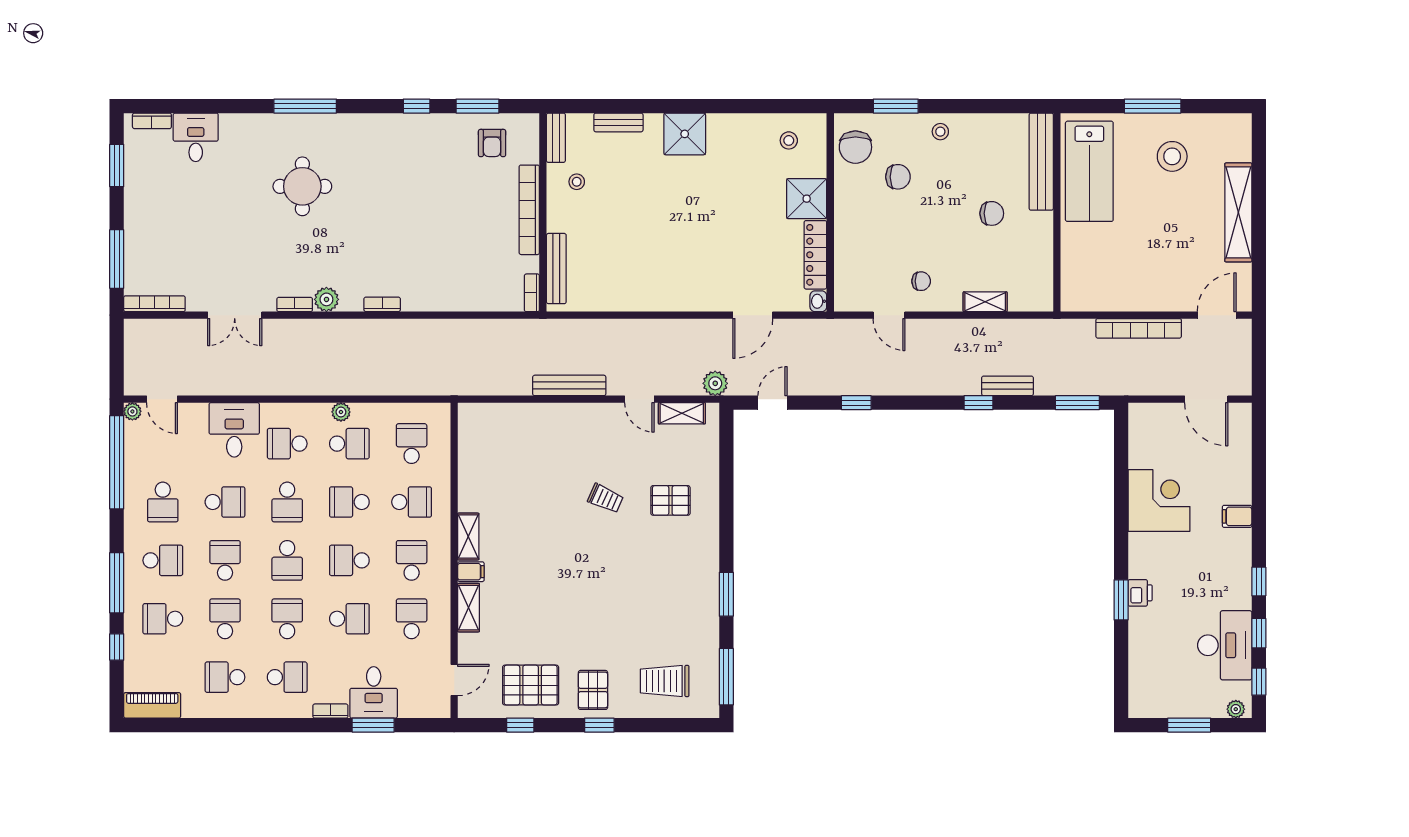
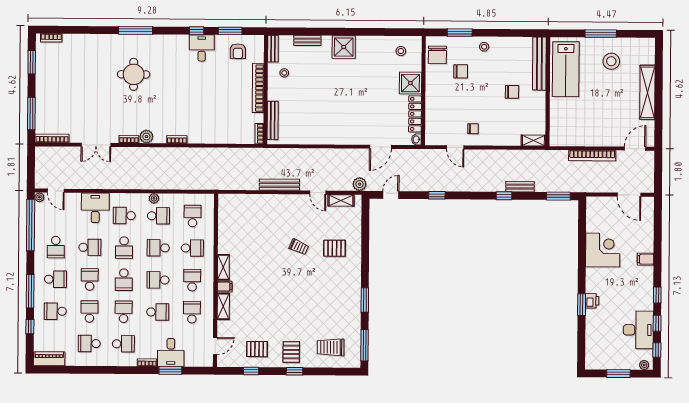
desk: (196, 137) -> (202, 48), moved
shelving: (985, 302) -> (533, 141), moved
pallet: (531, 685) -> (257, 349), width x0.67, depth x0.71

